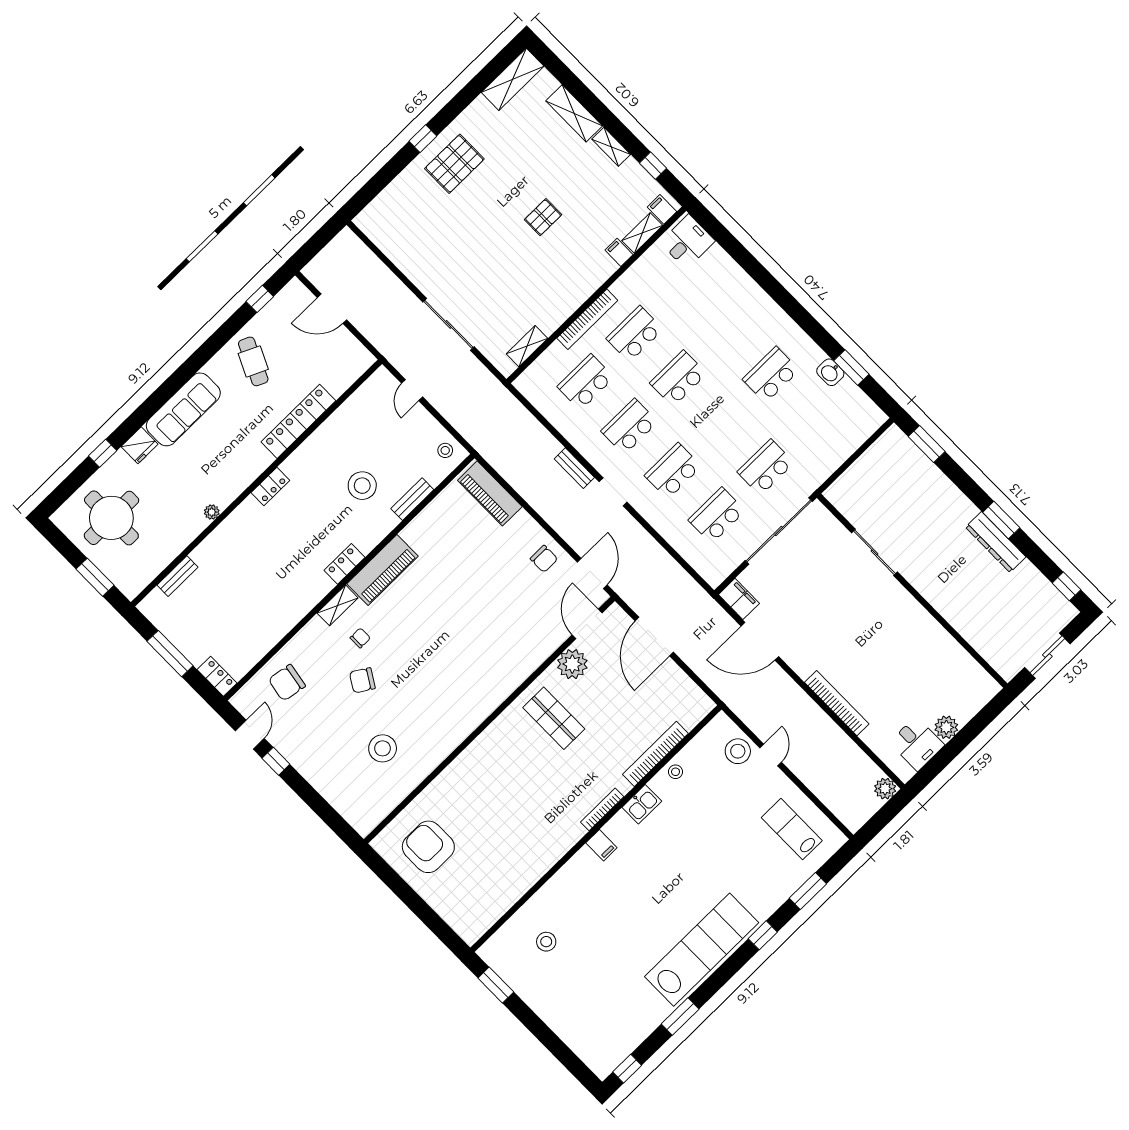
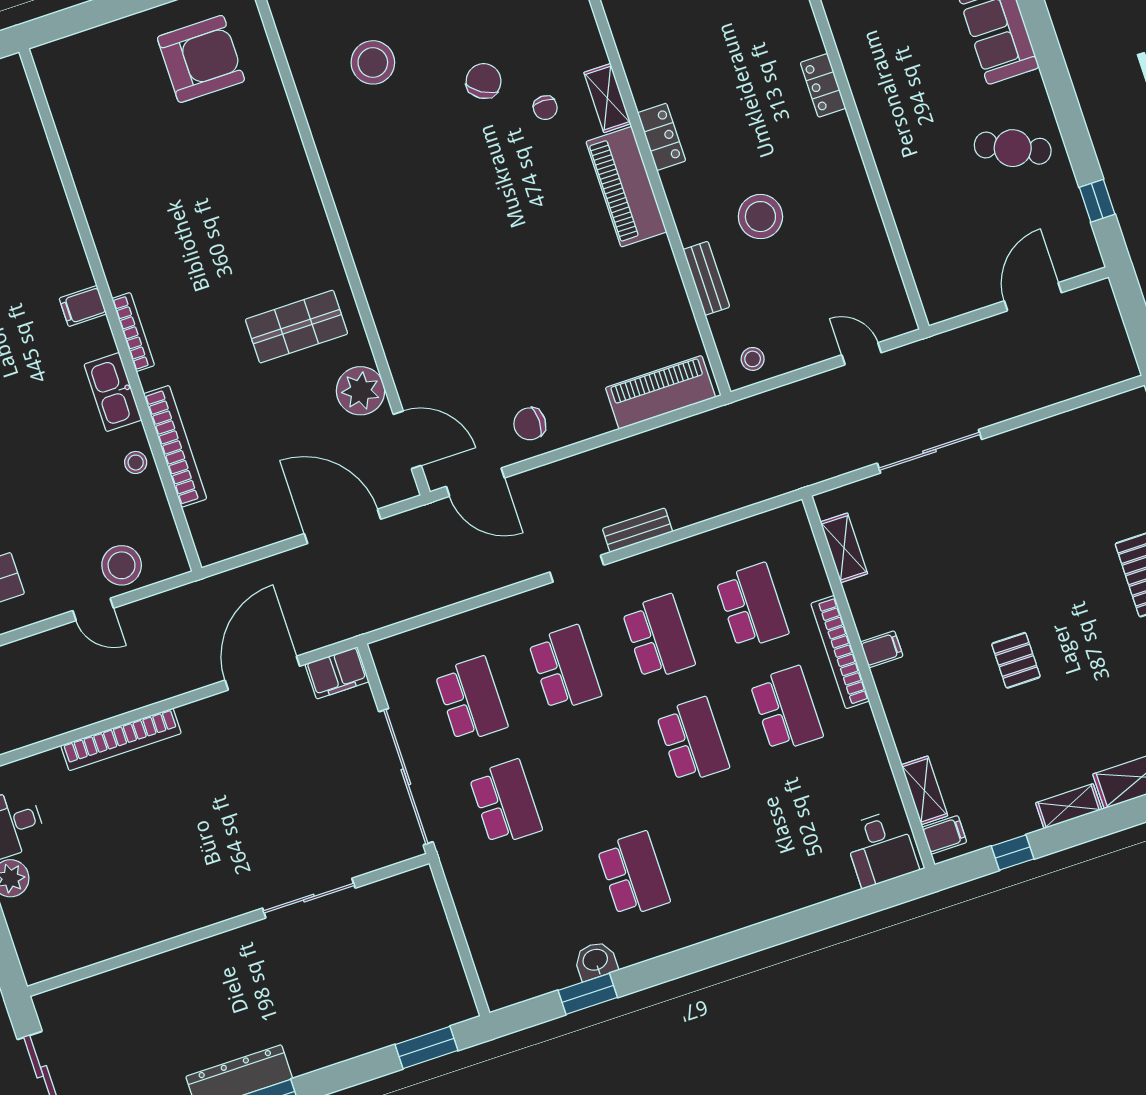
filing cabinet: (619, 252) -> (882, 649), moved
locker: (298, 421) -> (896, 171), removed
kitchen sink: (642, 804) -> (113, 392), width x1.38

